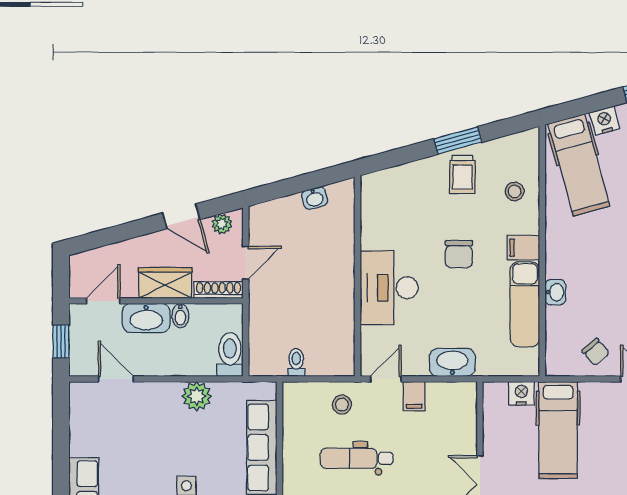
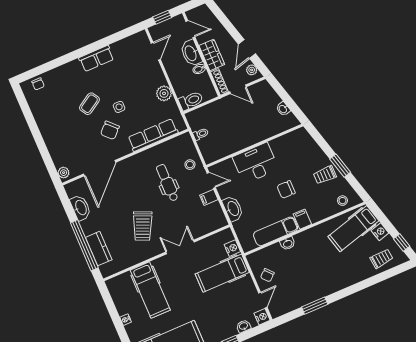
stool: (515, 191) -> (342, 201), moved

